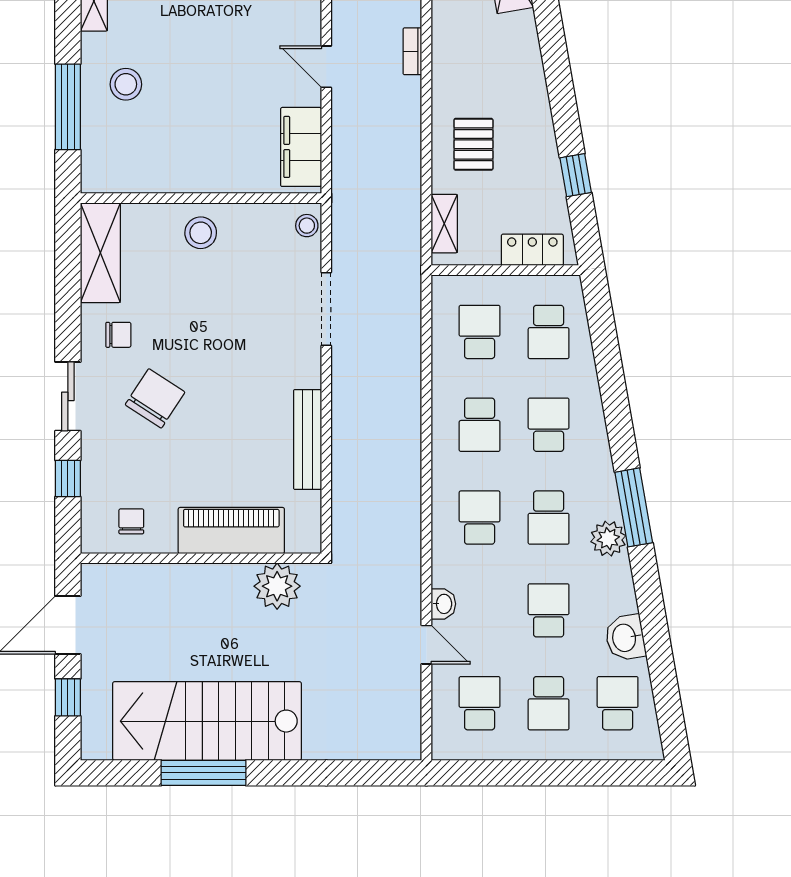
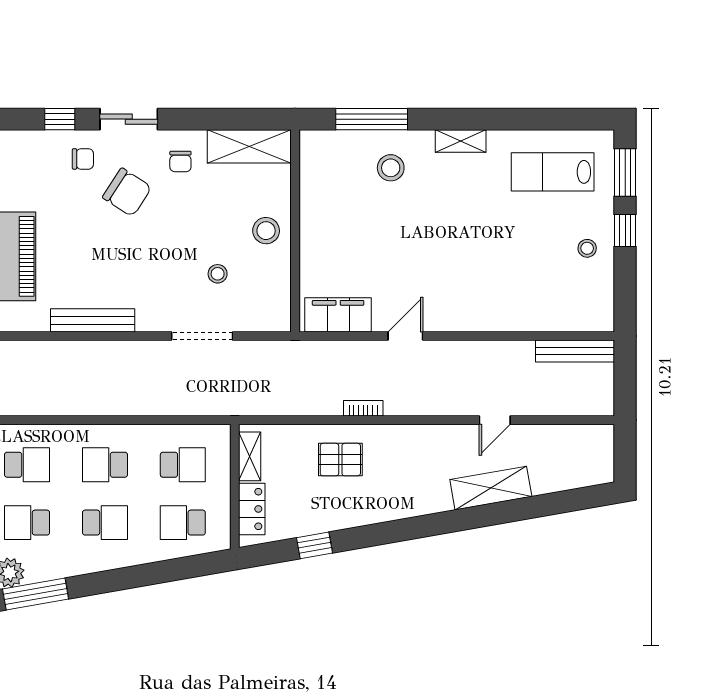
bookcase: (412, 51) -> (363, 408), moved
shelving: (444, 224) -> (250, 456), moved, turned 90
stool: (307, 226) -> (218, 274), moved
chair: (131, 521) -> (83, 159), moved

